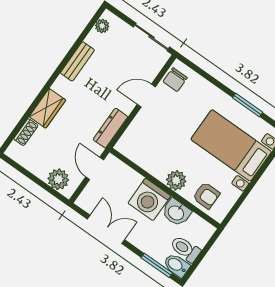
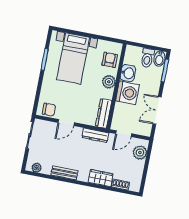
door: (146, 96) -> (66, 123), hinge flipped
dresser: (136, 153) -> (104, 113), added

